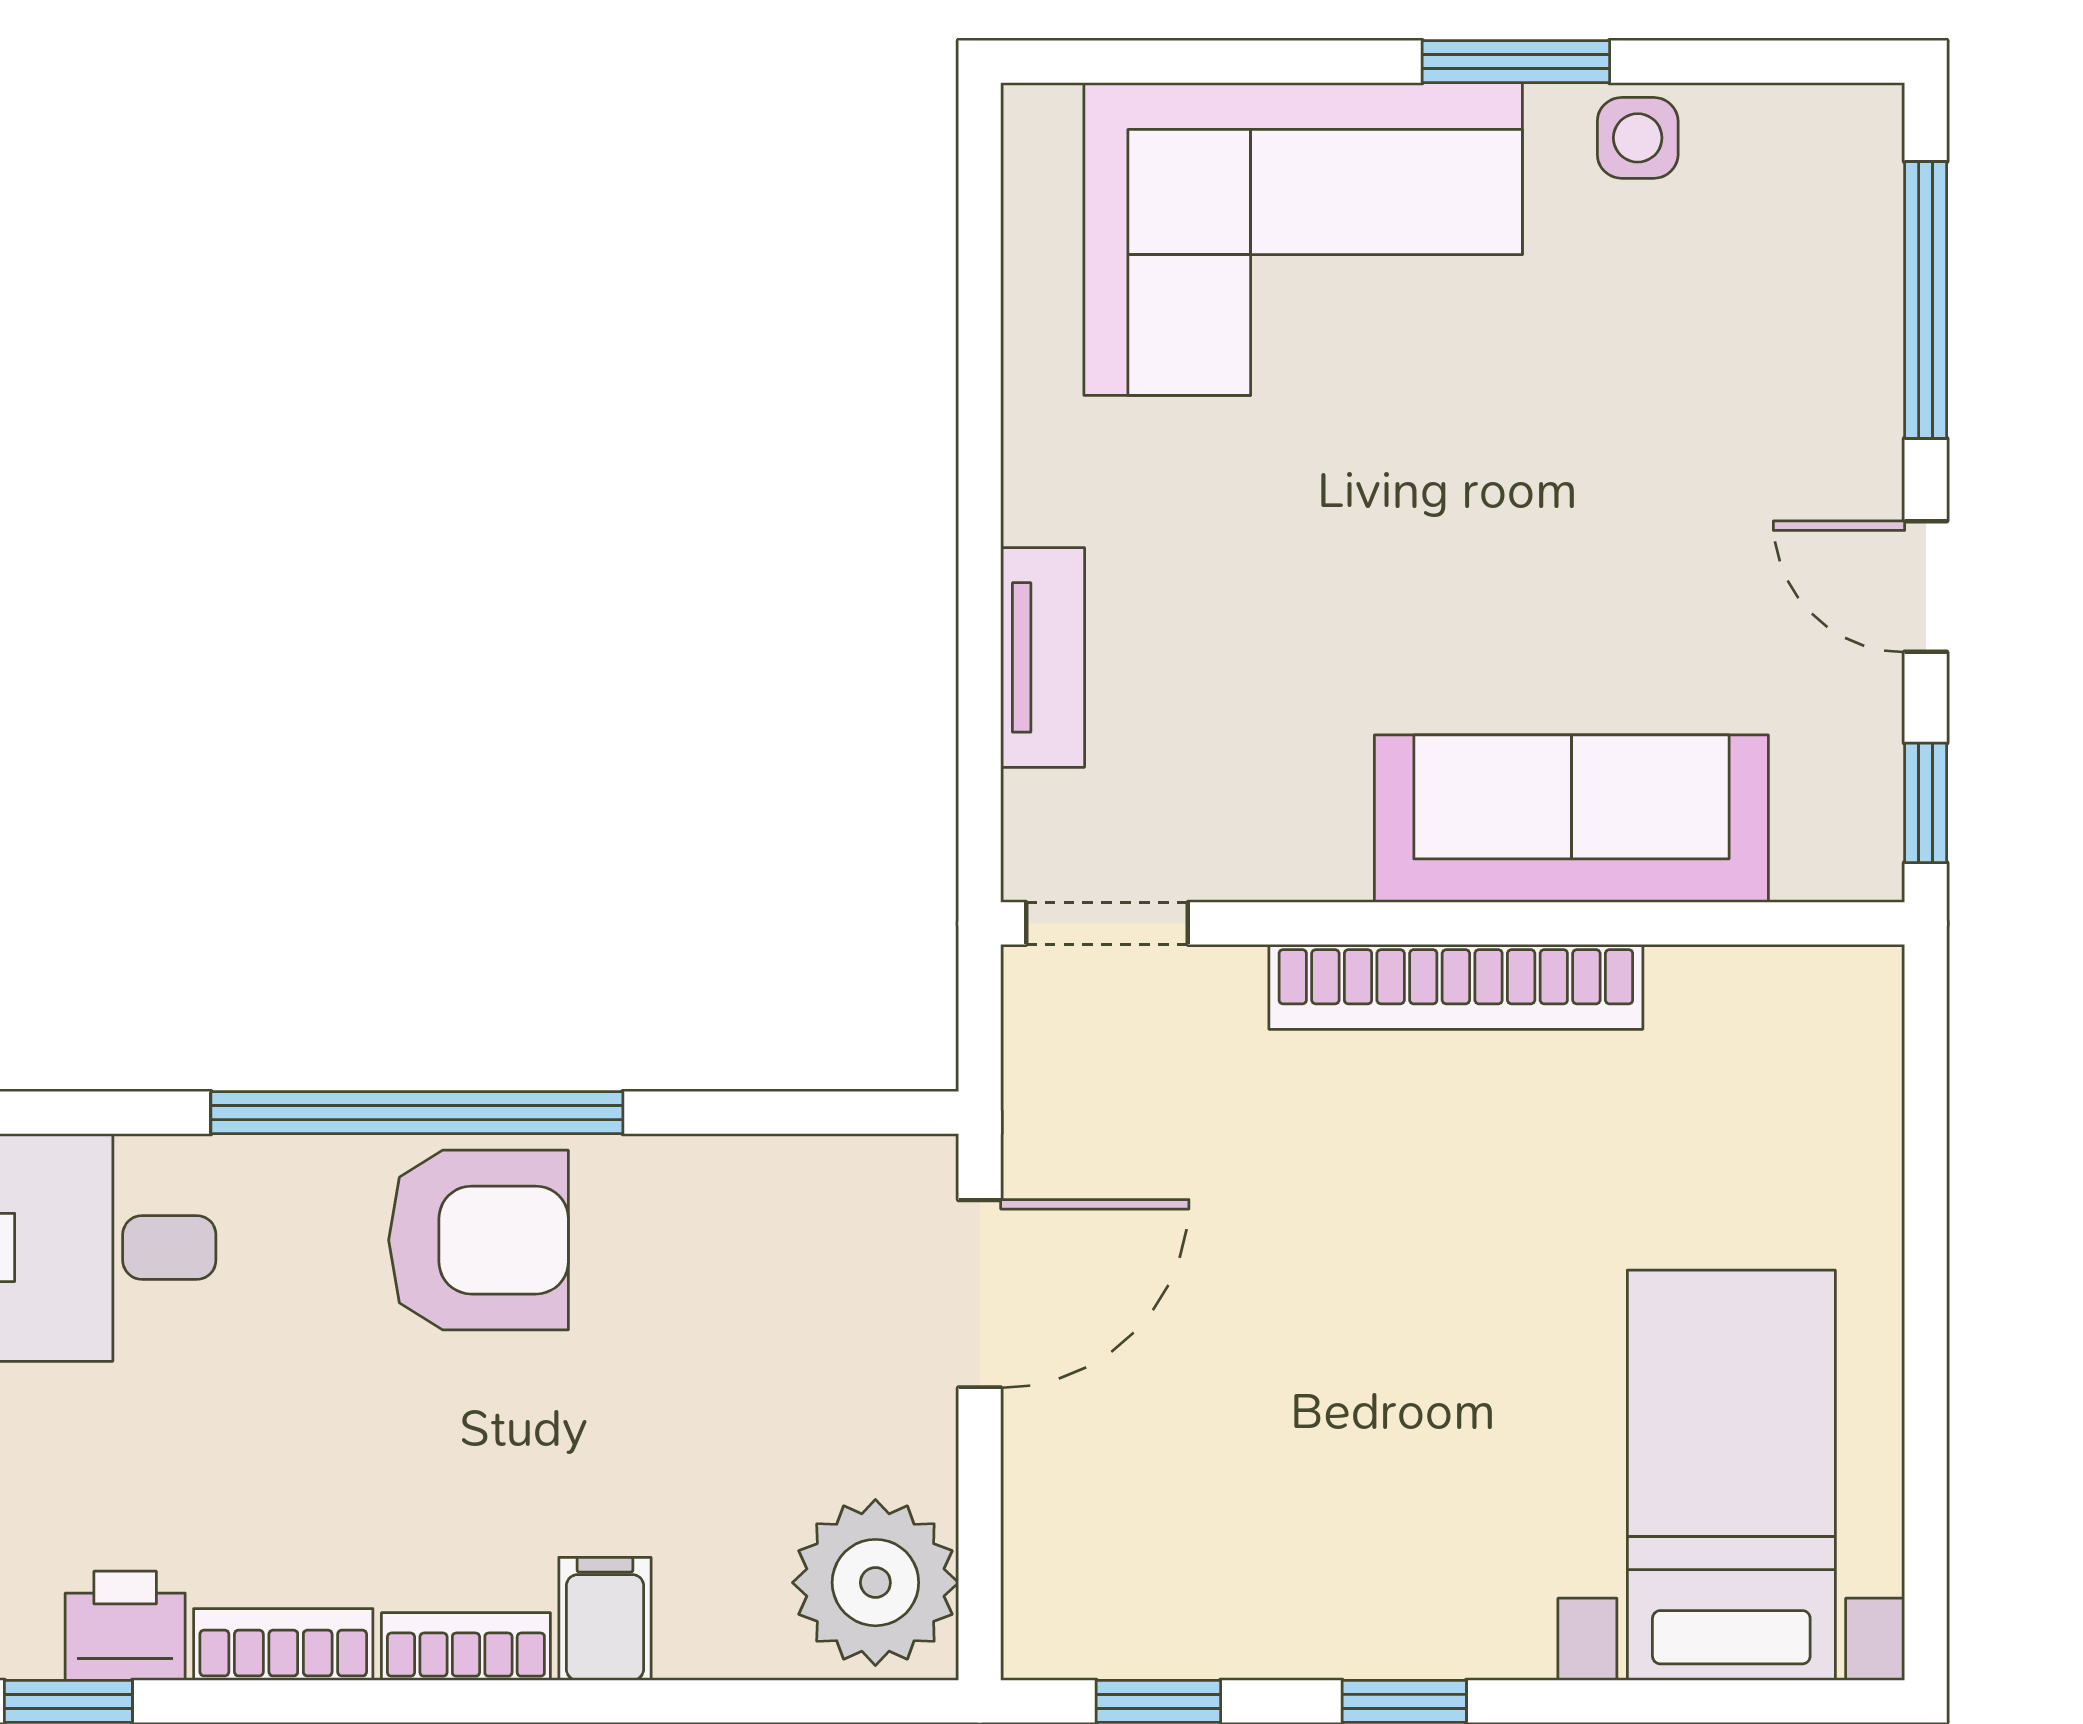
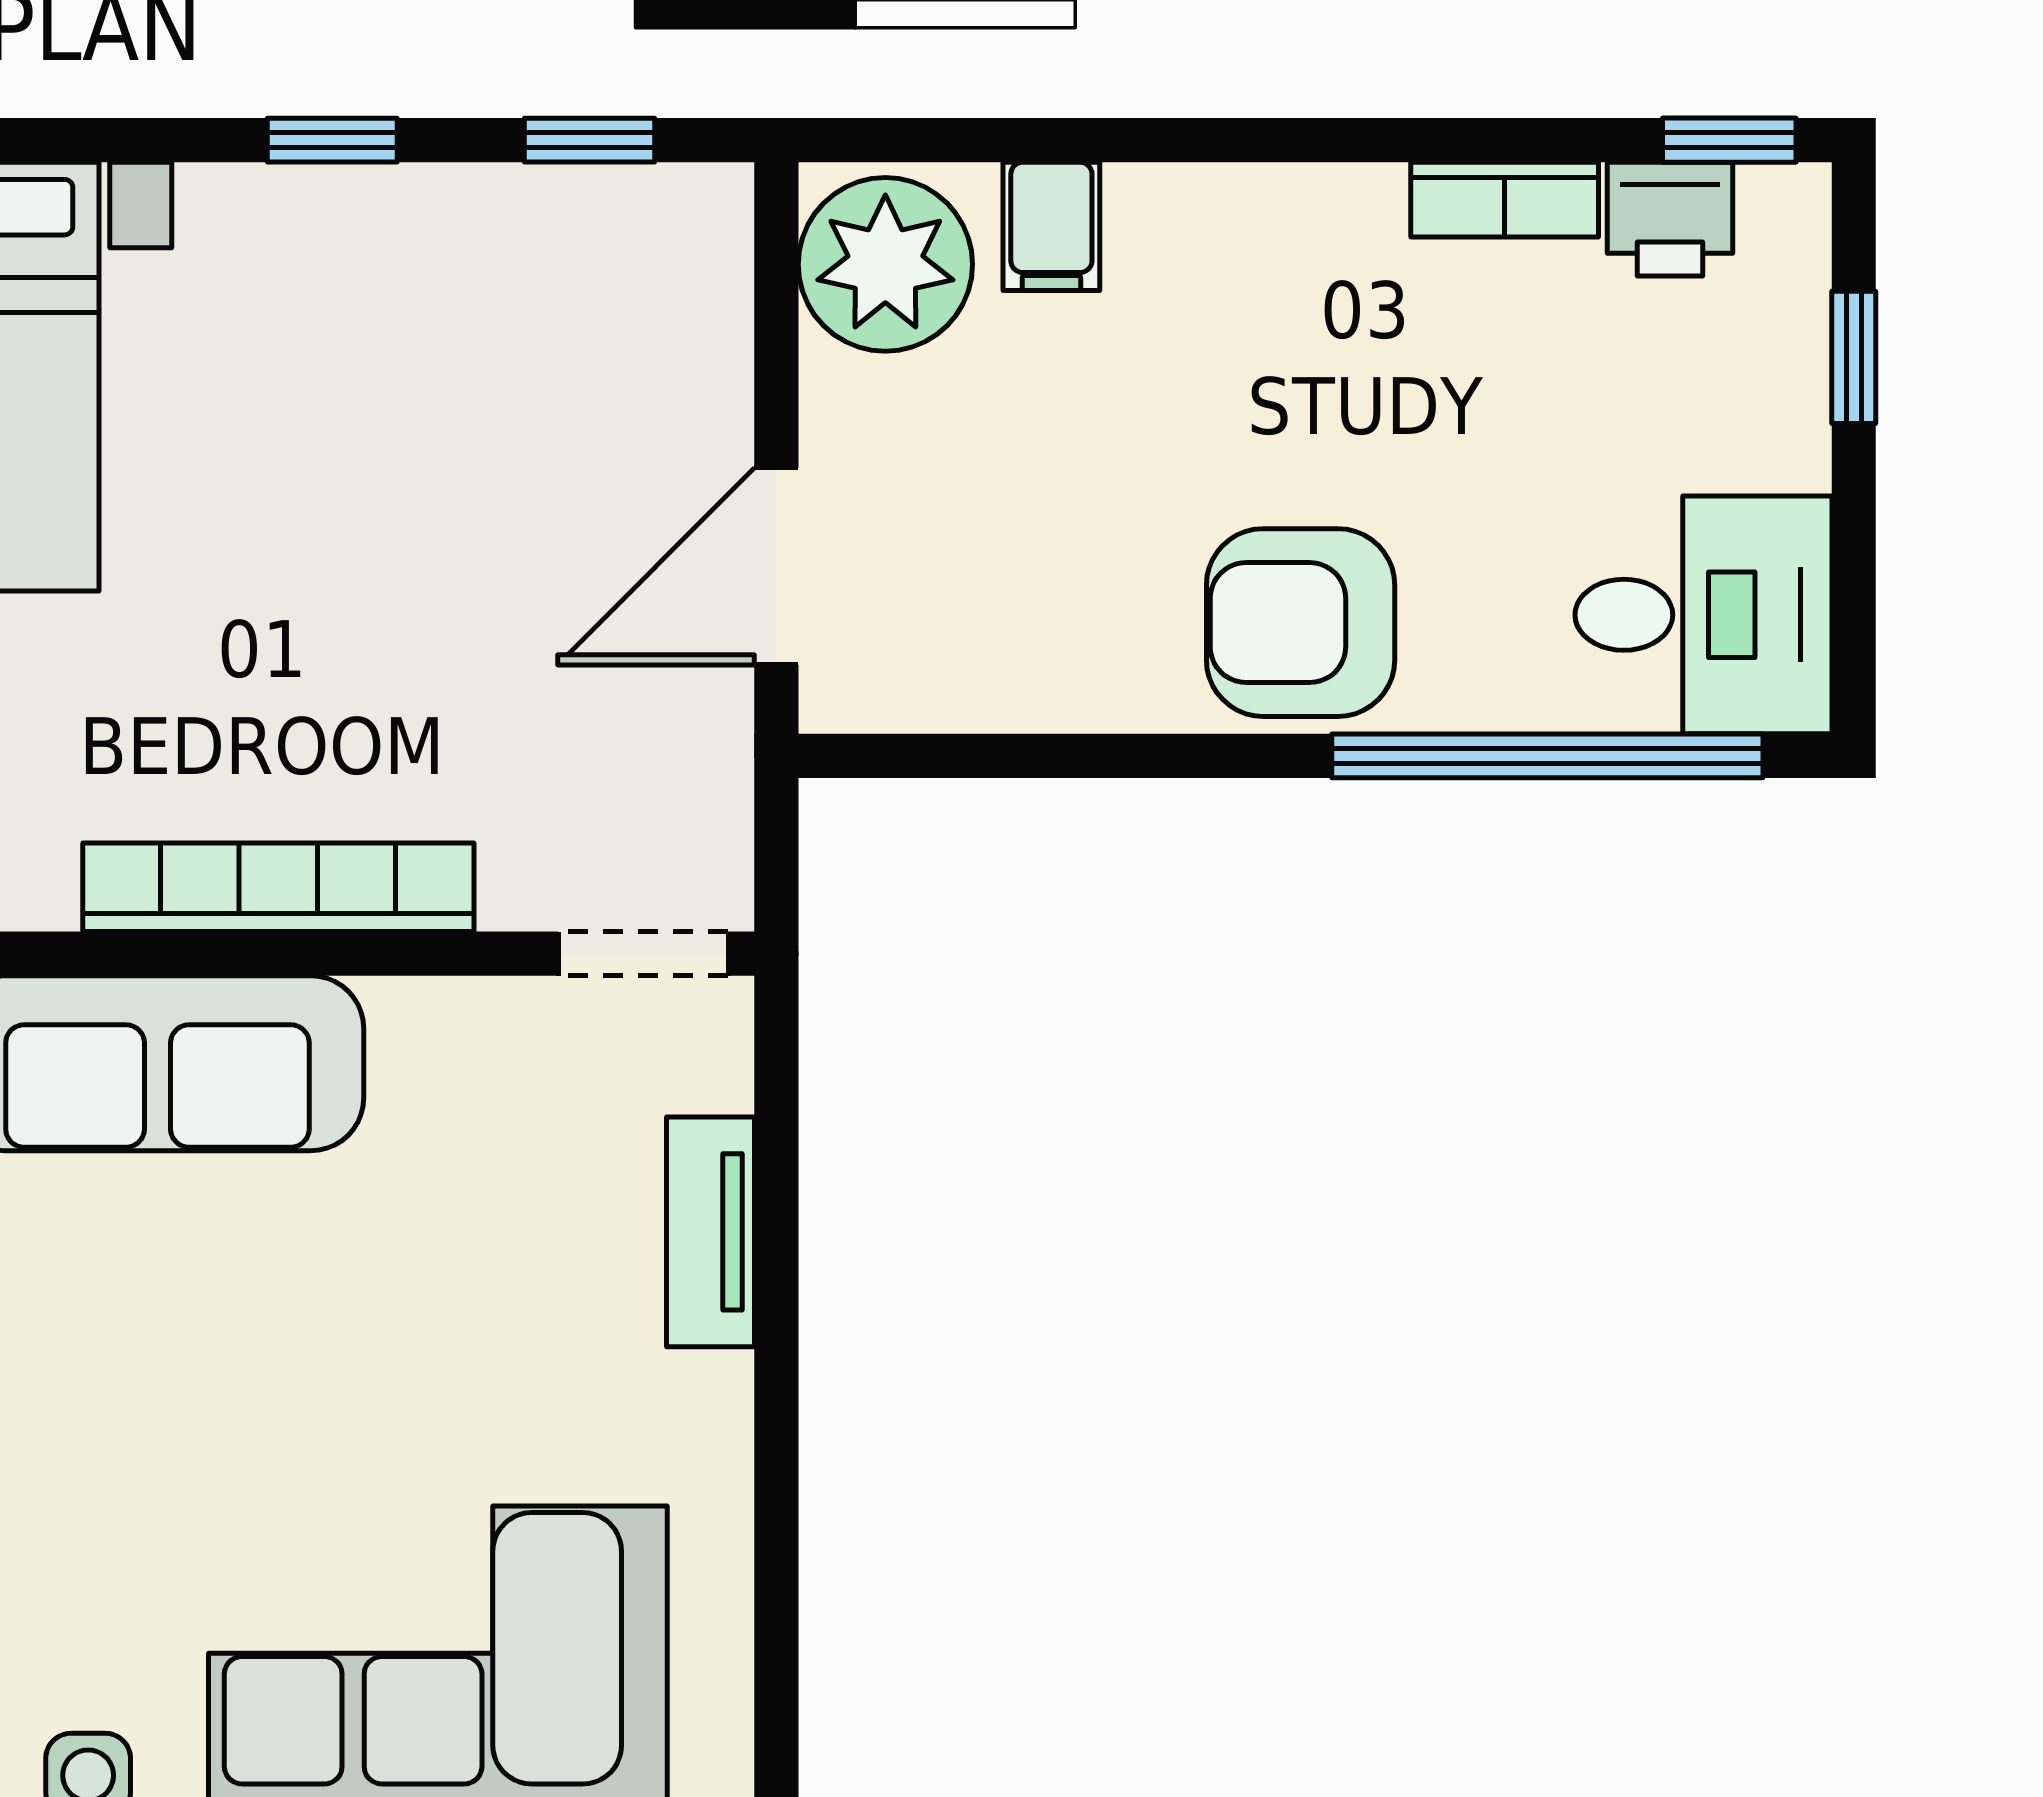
window: (417, 1113) -> (1547, 756), moved
filing cabinet: (605, 1619) -> (1051, 226), moved
bookcase: (466, 1646) -> (1314, 197), removed

